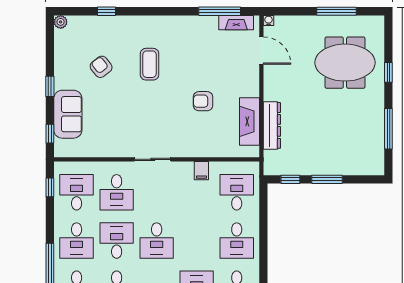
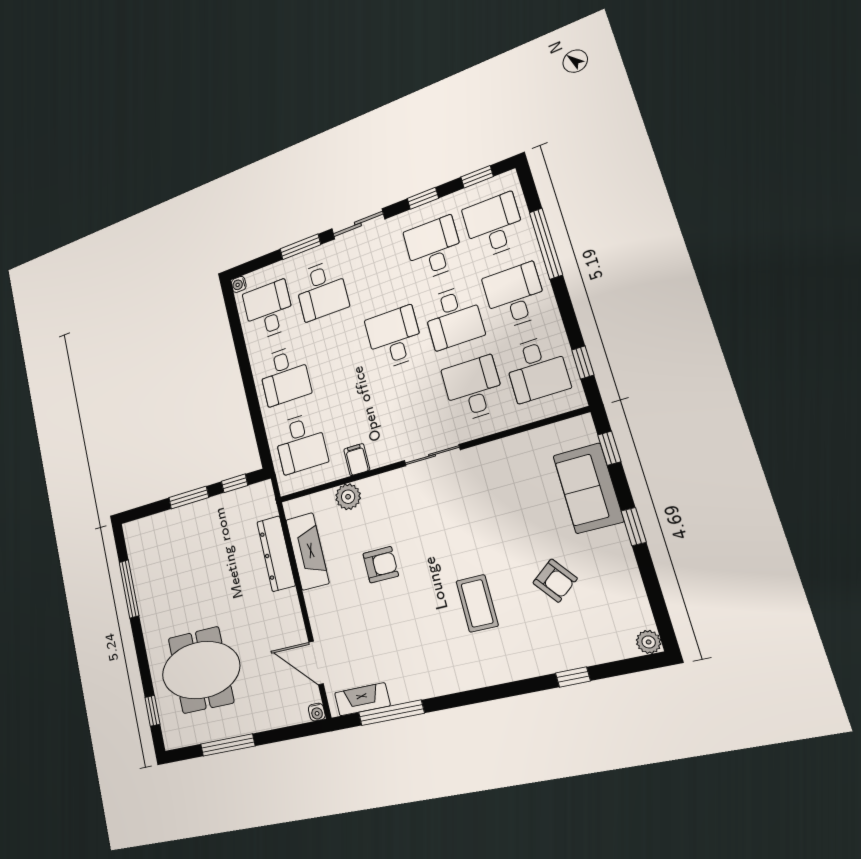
window: (388, 72) -> (152, 711), moved
plant: (213, 149) -> (348, 497), added
desk: (237, 241) -> (284, 376), turned 180

